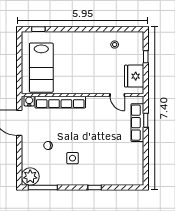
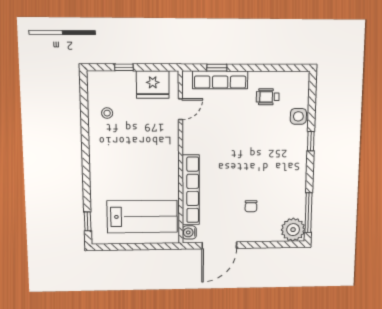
wheelchair: (126, 156) -> (268, 97), added
side table: (73, 158) -> (298, 116), moved

